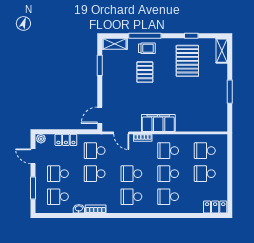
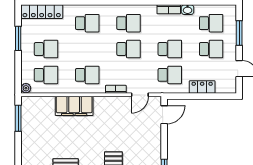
window: (230, 92) -> (18, 118), moved
filing cabinet: (158, 123) -> (74, 106), moved
door: (121, 133) -> (140, 95), swing flipped
plant: (41, 139) -> (26, 88), moved
school desk: (168, 174) -> (87, 49), removed
window: (230, 183) -> (18, 38), added
locker: (215, 207) -> (42, 12), width x1.53

